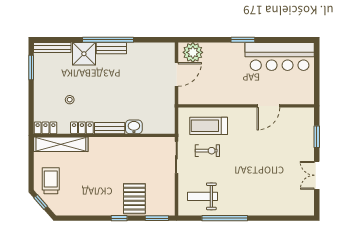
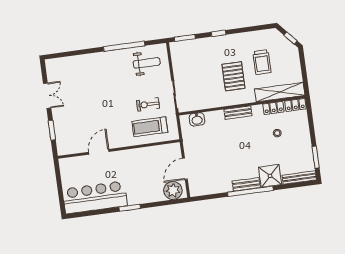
treadmill: (209, 126) -> (150, 127), turned 180
washbasin: (134, 127) -> (197, 119), moved
locker: (82, 128) -> (273, 108), moved
trolley: (51, 181) -> (262, 62), moved
pallet: (134, 199) -> (233, 76), moved

